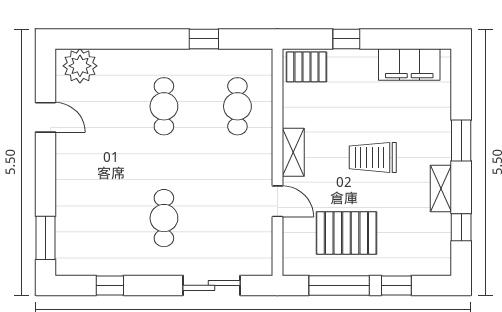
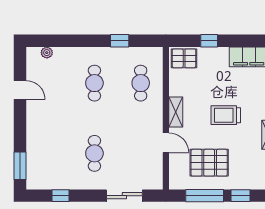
plant: (80, 66) -> (47, 53), width x0.53, depth x0.53

